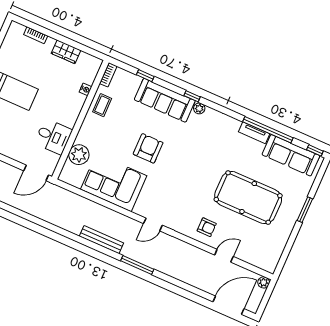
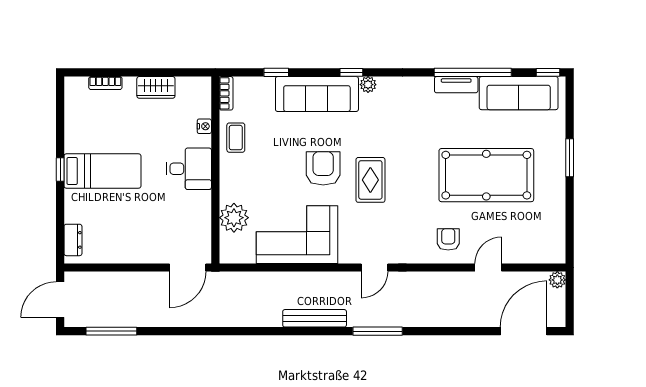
desk: (53, 137) -> (189, 169), moved
rug: (174, 169) -> (370, 180), added
armchair: (207, 227) -> (448, 239), turned -90

